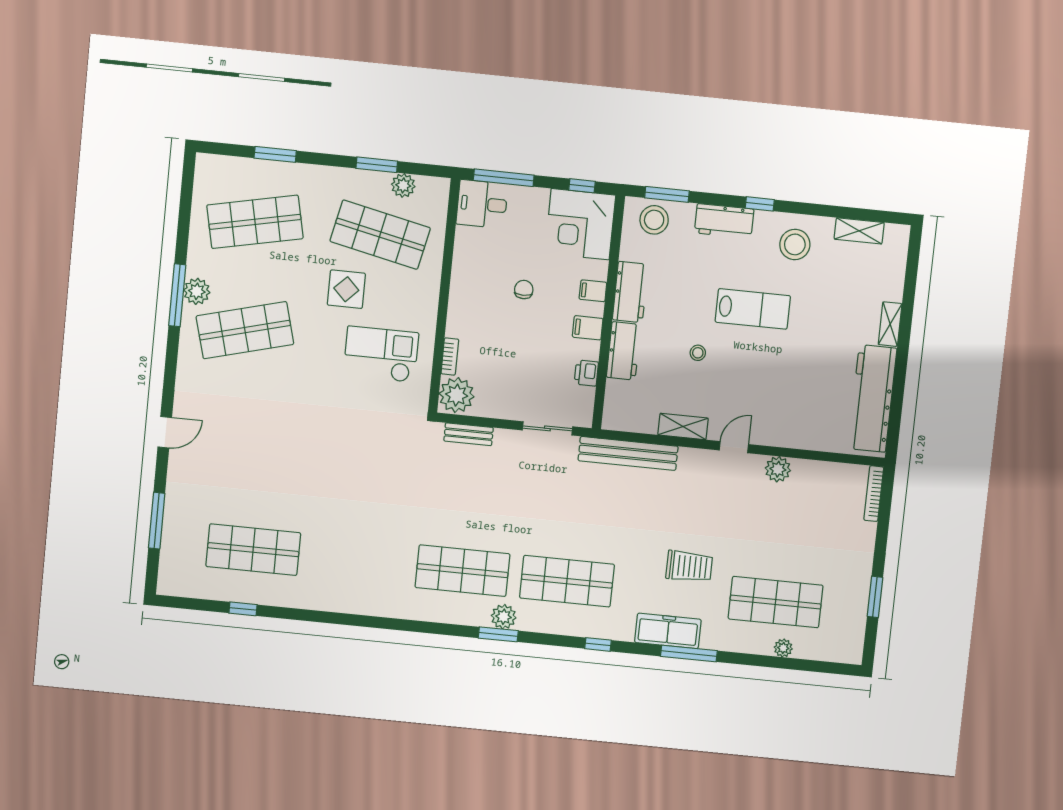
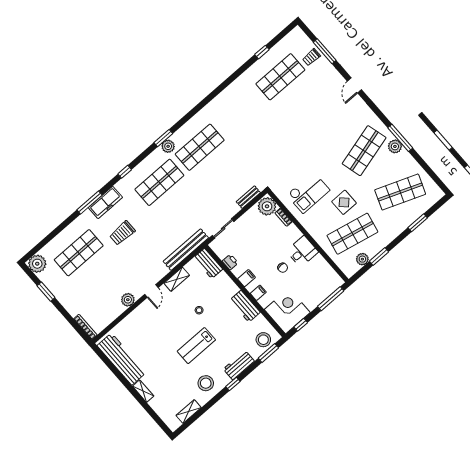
desk: (482, 204) -> (302, 251), moved
shop shelf: (255, 222) -> (400, 192), turned 33
workbench: (624, 351) -> (208, 263), moved
trolley: (183, 531) -> (311, 57), added
plant: (783, 648) -> (37, 264), moved, width x1.88, depth x1.88

